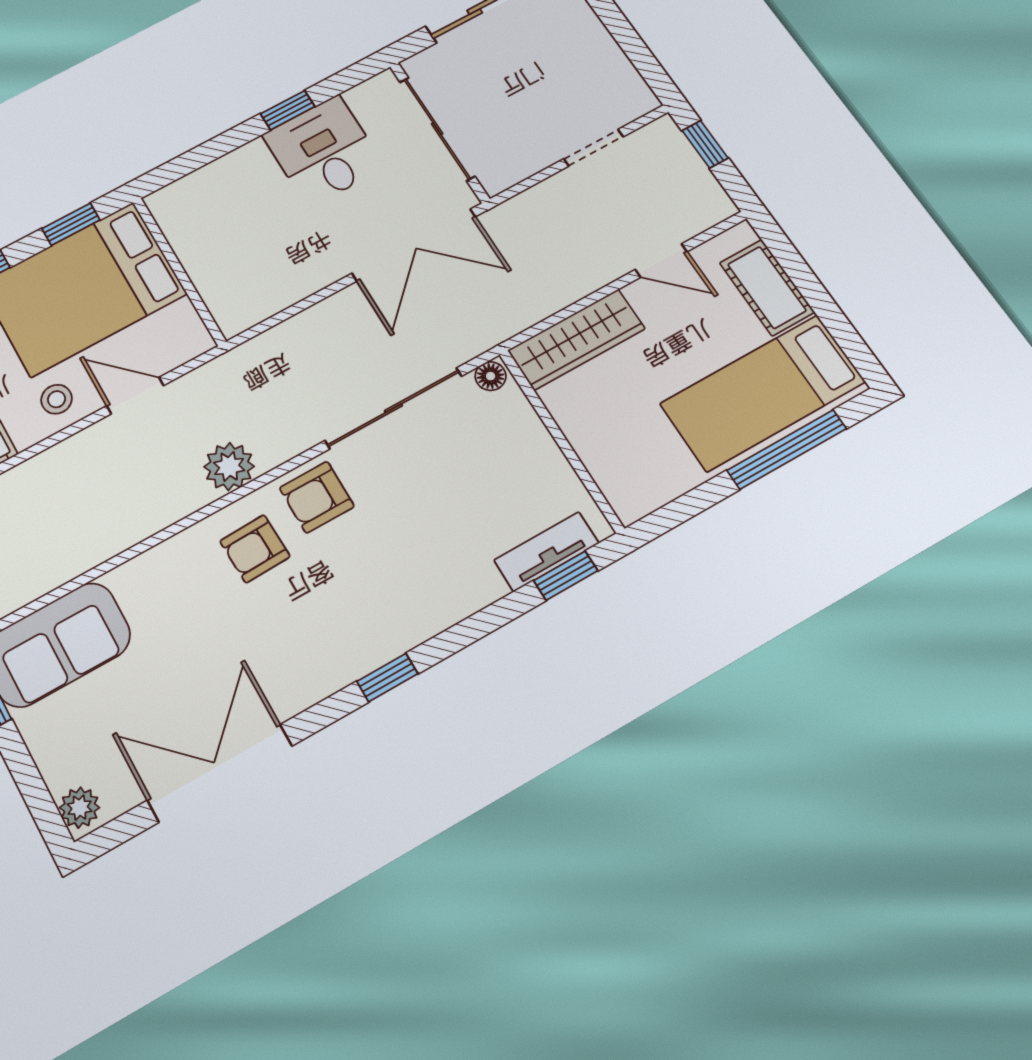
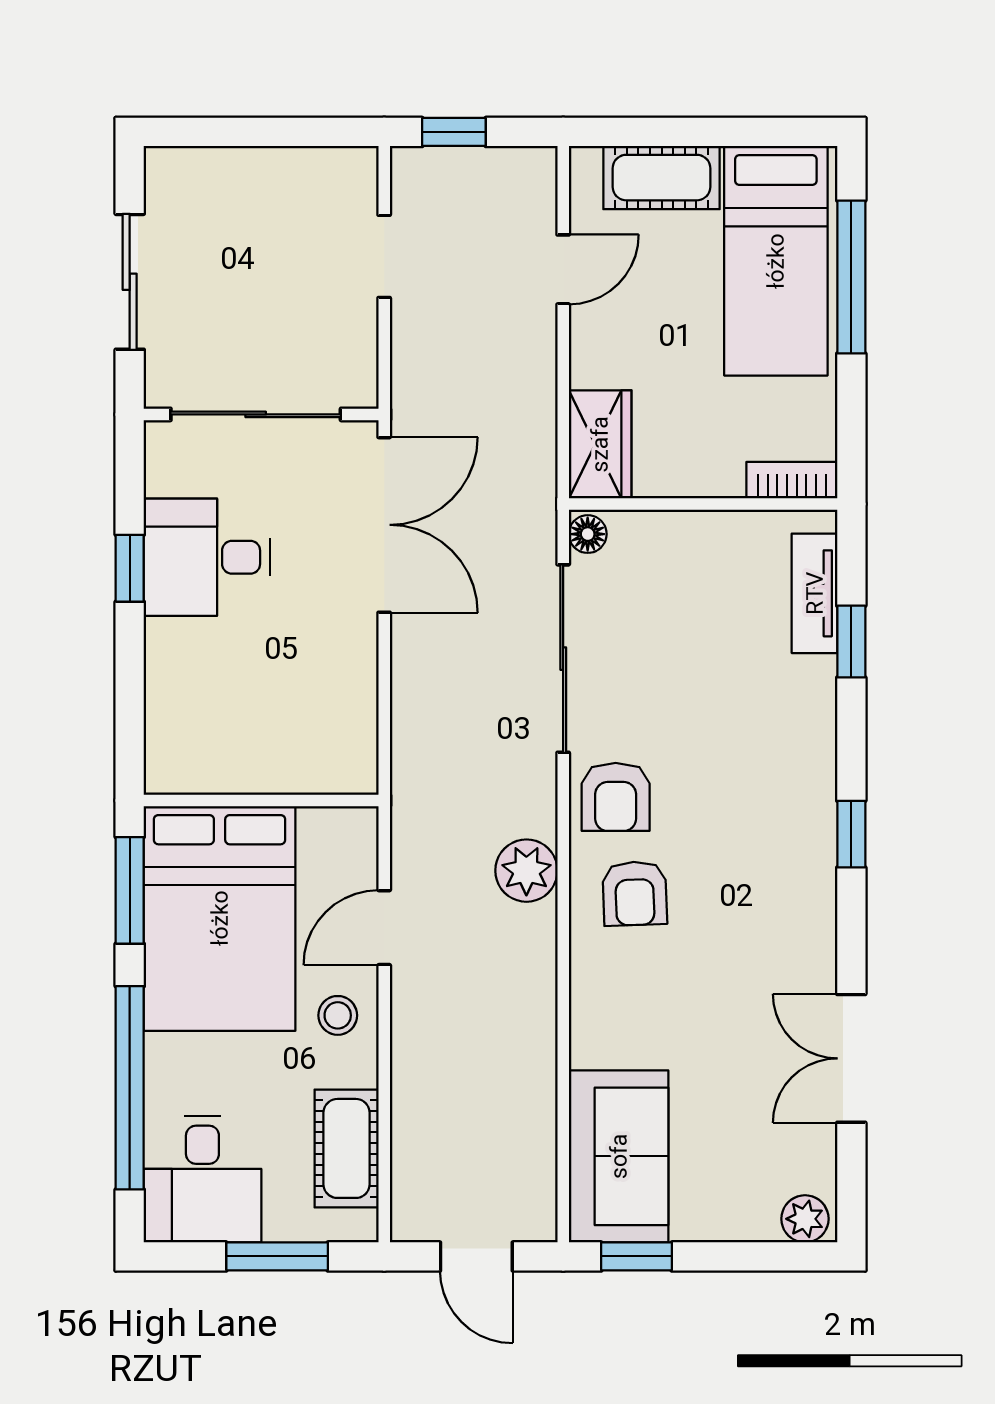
window: (71, 224) -> (130, 890), width x1.50
wardrobe: (576, 339) -> (600, 444), width x0.67
bookcase: (617, 490) -> (792, 480), added
window: (566, 576) -> (851, 642), moved
double door: (220, 773) -> (851, 1058), width x0.73

